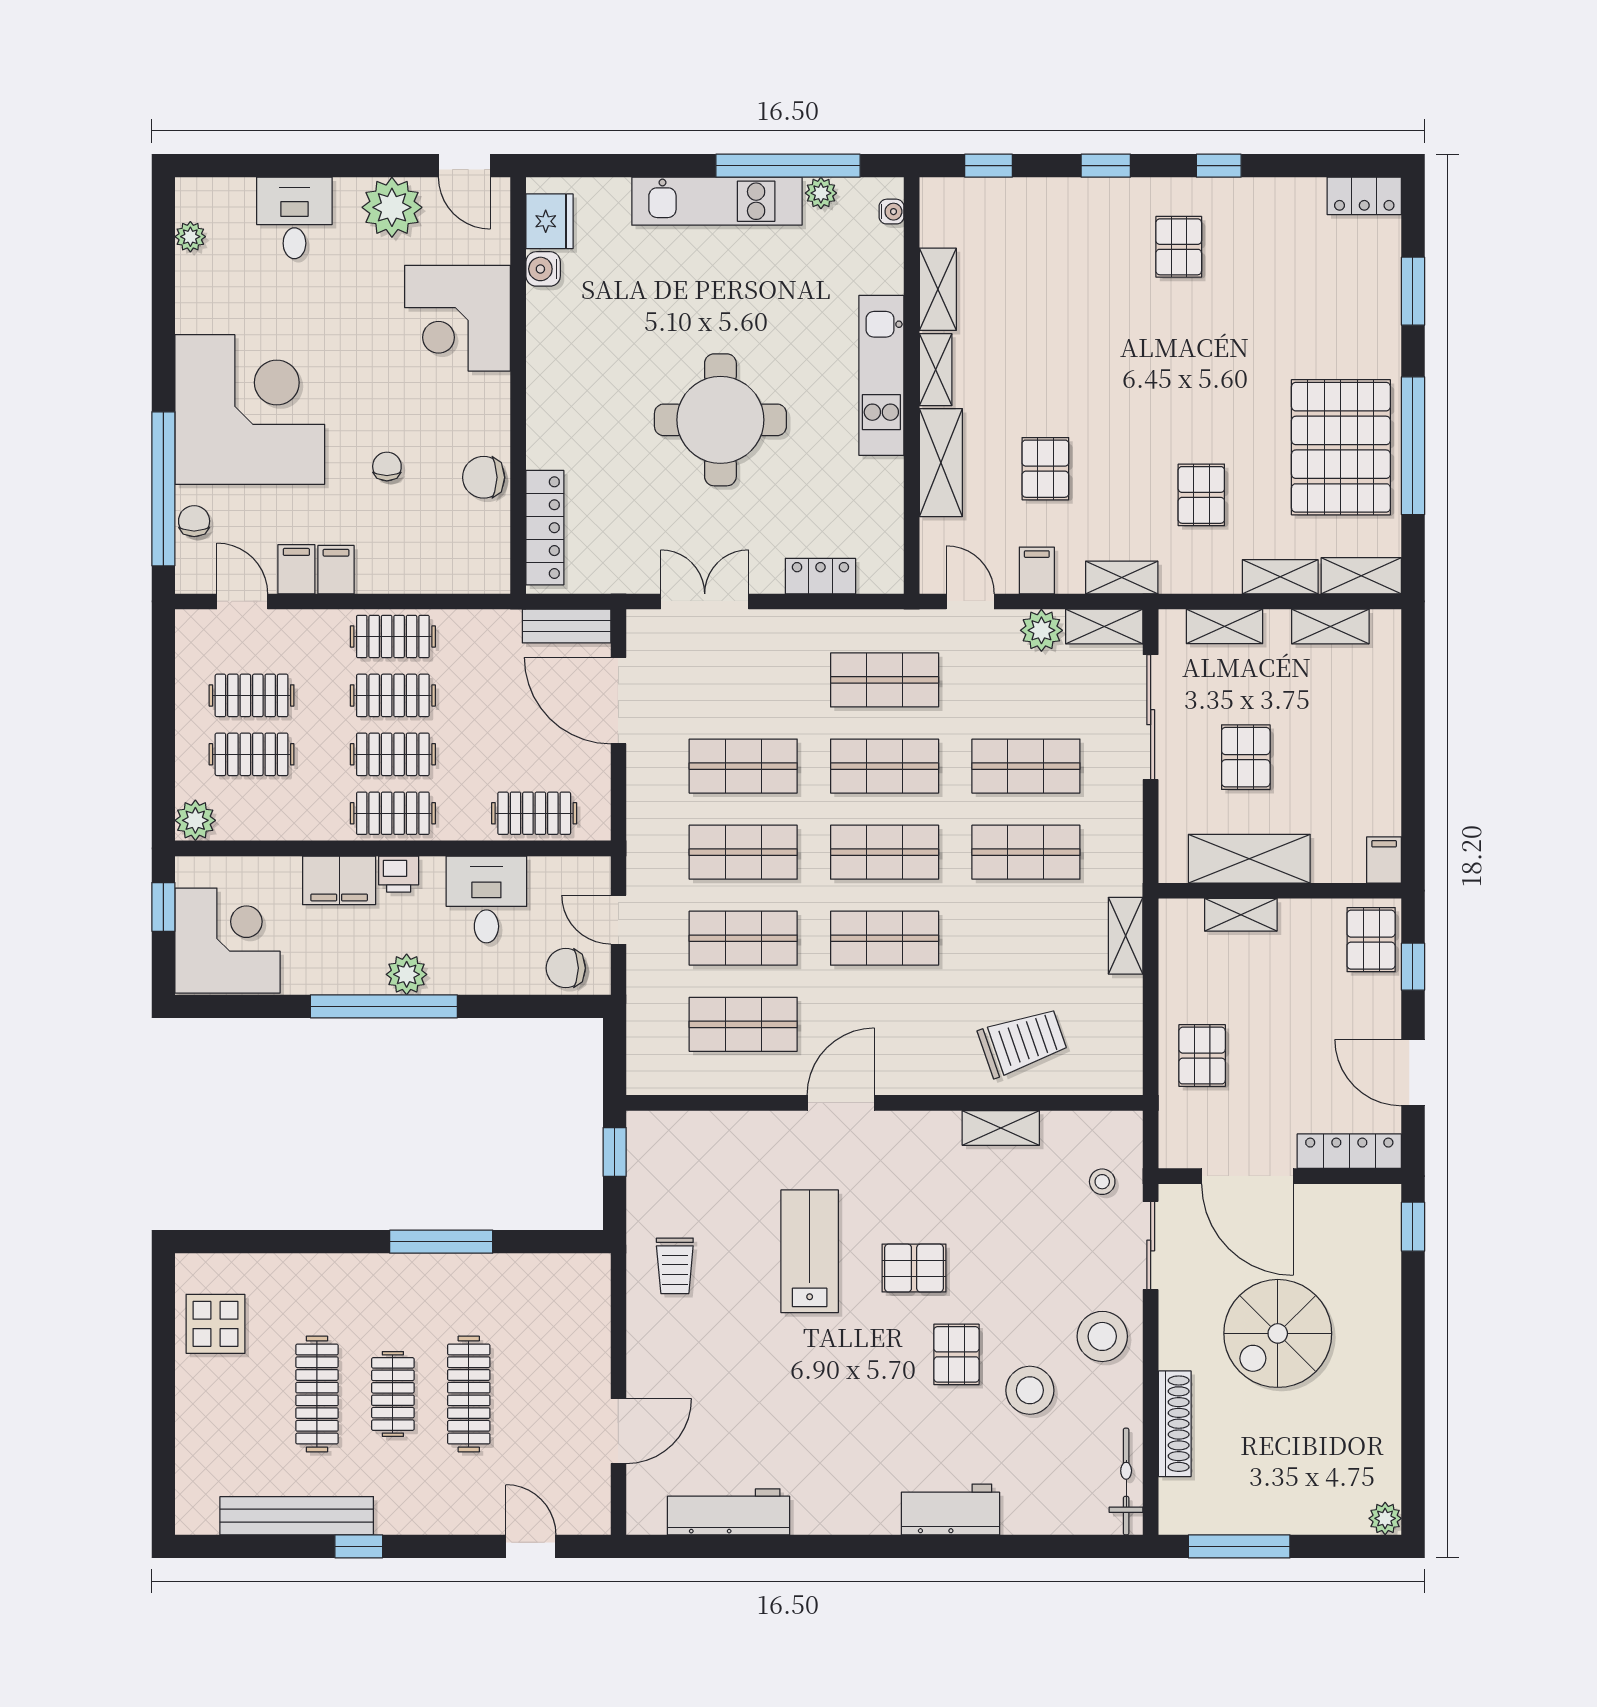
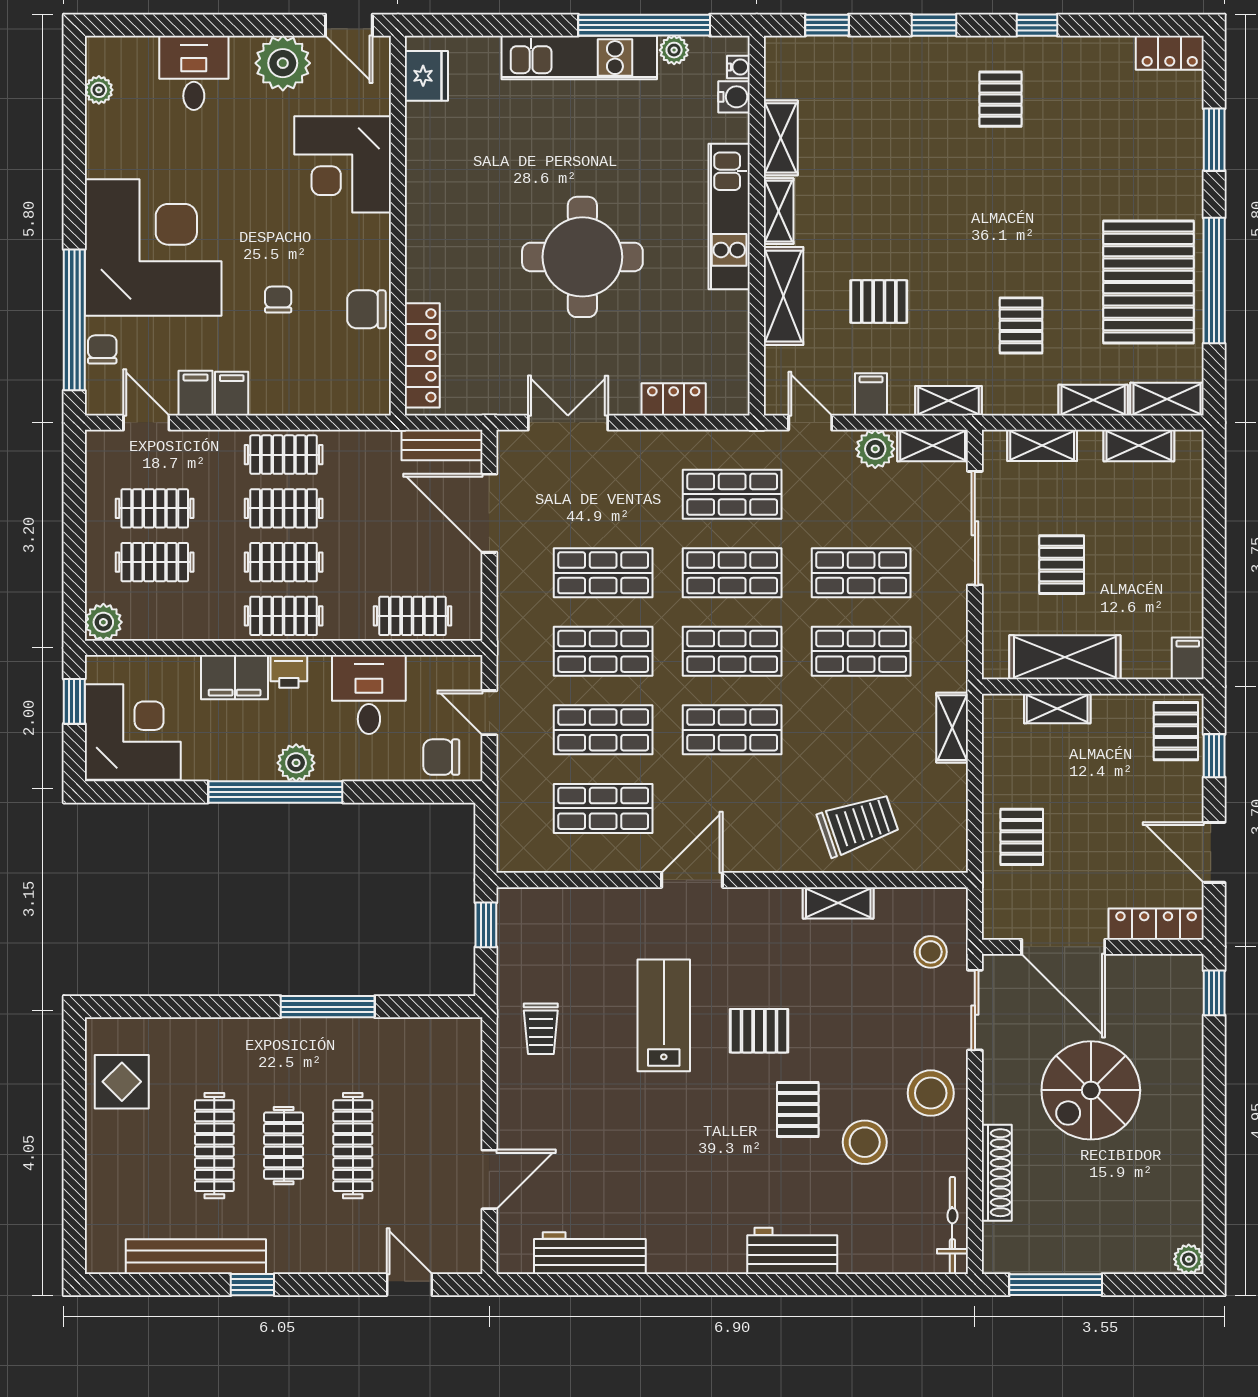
water cooler: (543, 269) -> (734, 97), moved, turned 180
pallet: (1045, 469) -> (879, 301), turned 90
stool: (1102, 1182) -> (931, 952), width x1.37, depth x1.37

